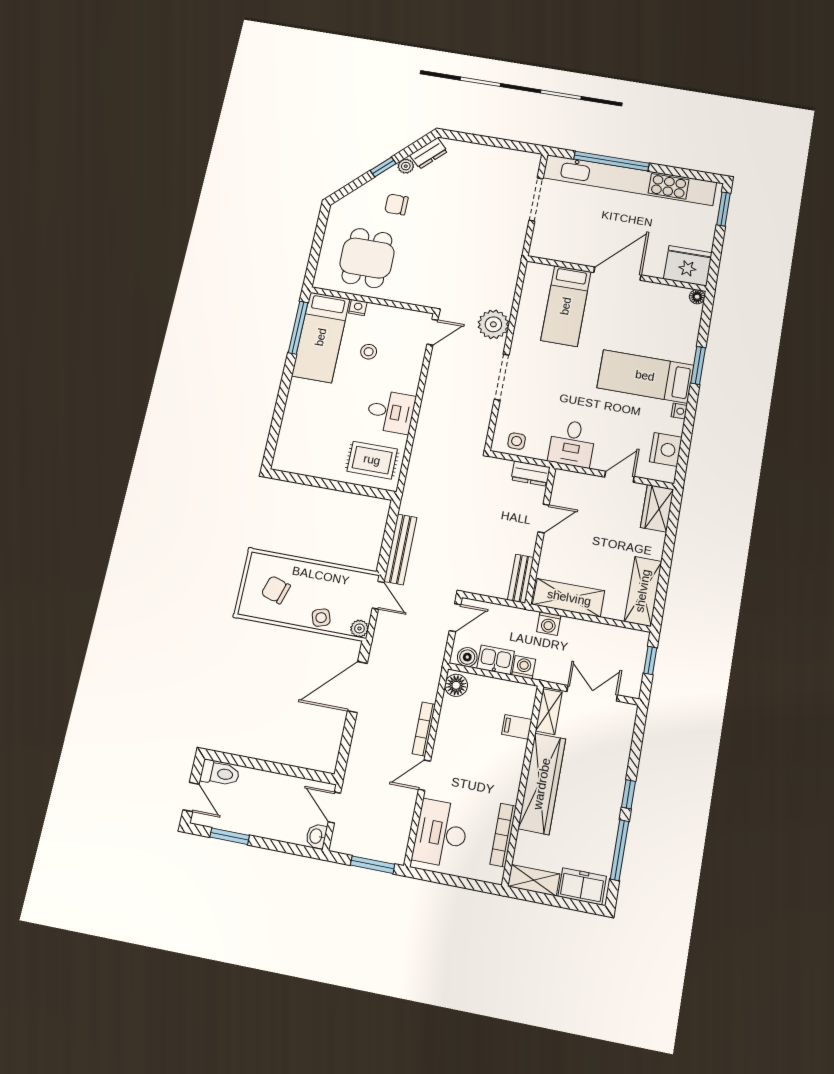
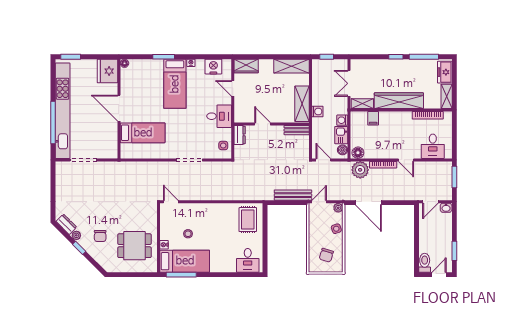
plant: (493, 324) -> (360, 170), moved
desk: (391, 412) -> (248, 260), moved, turned 180
desk: (441, 833) -> (433, 146), width x0.73

